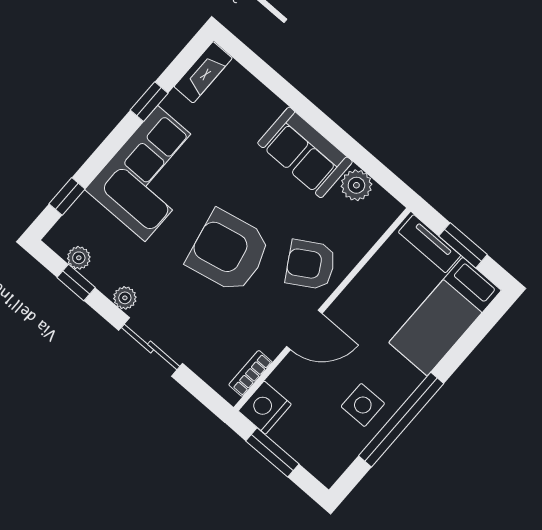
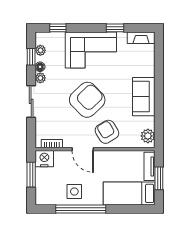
plant: (356, 185) -> (148, 136), moved
armchair: (229, 251) -> (87, 100), turned 58
floor lamp: (106, 282) -> (40, 67), added

